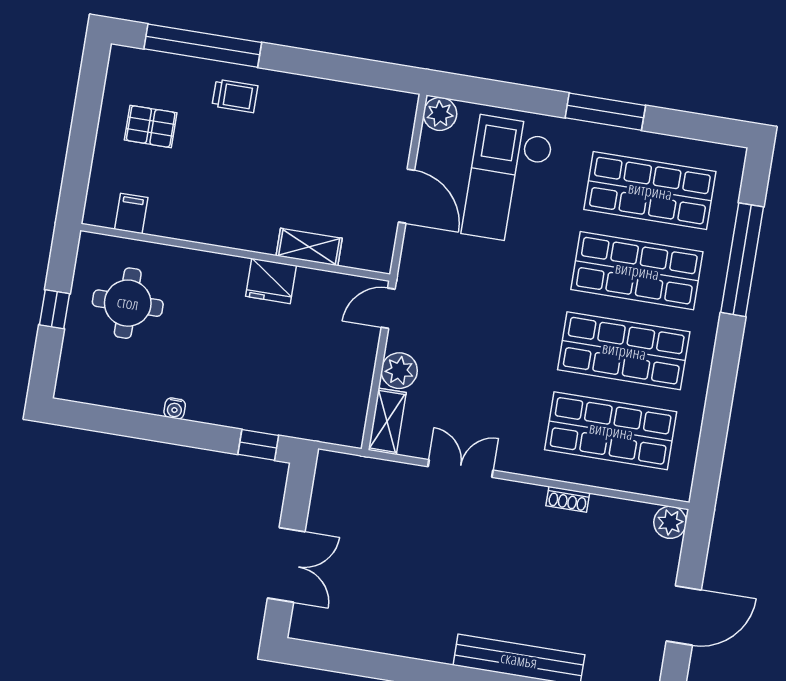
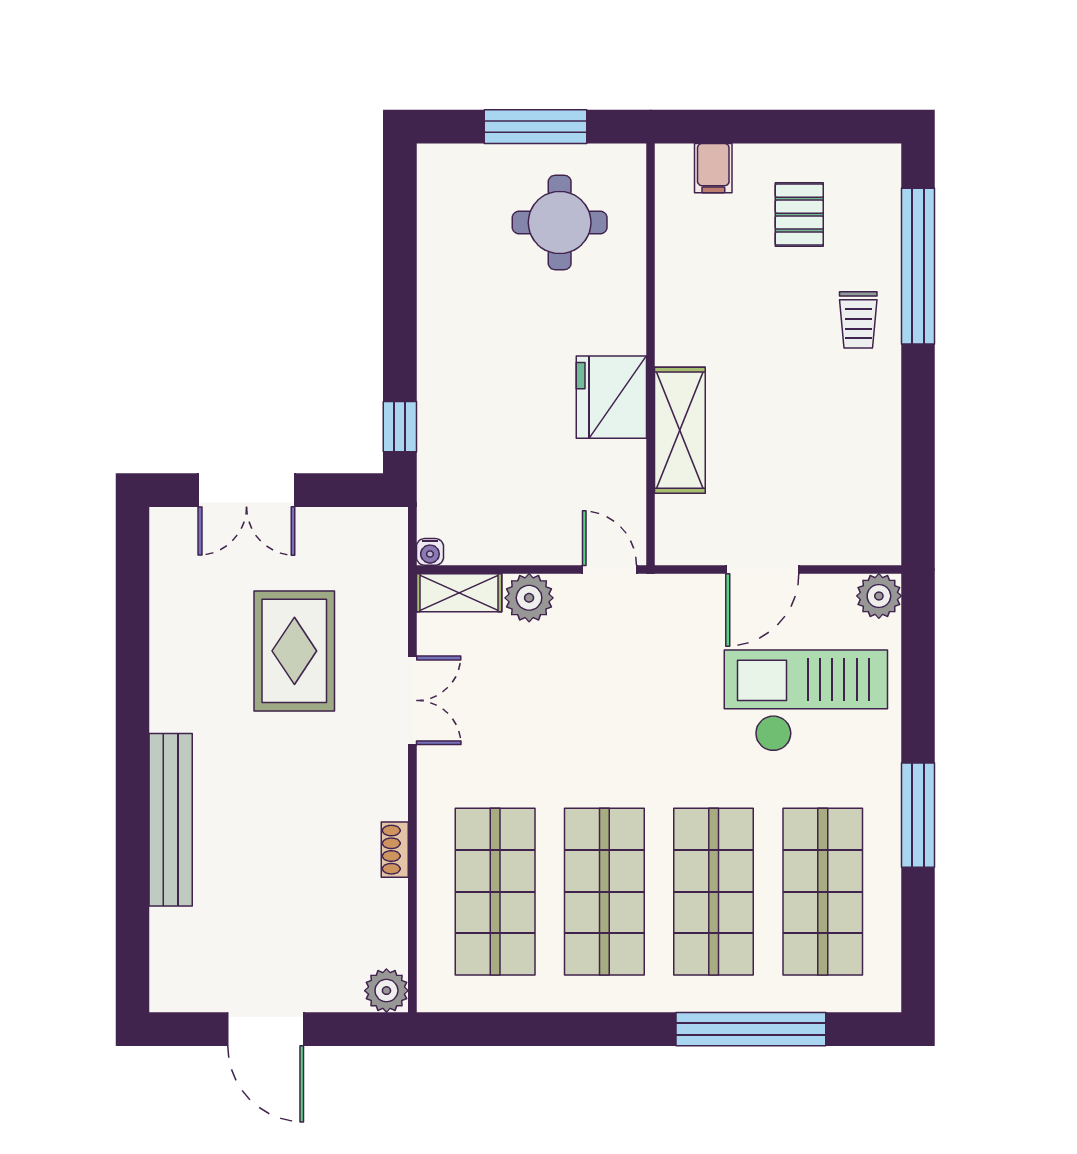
filing cabinet: (131, 213) -> (713, 168), moved, turned 90
shelving: (309, 247) -> (680, 430), width x1.50, depth x1.33
fridge: (271, 281) -> (611, 397), width x1.36, depth x1.34
window: (54, 309) -> (535, 127), width x2.17
water cooler: (175, 408) -> (430, 552), moved, turned -90
rug: (410, 549) -> (294, 651), added

